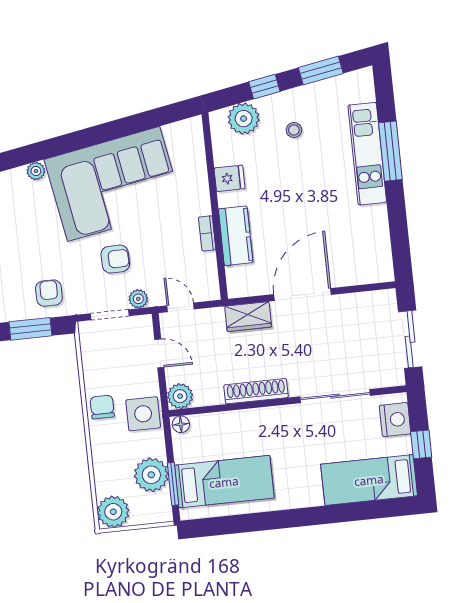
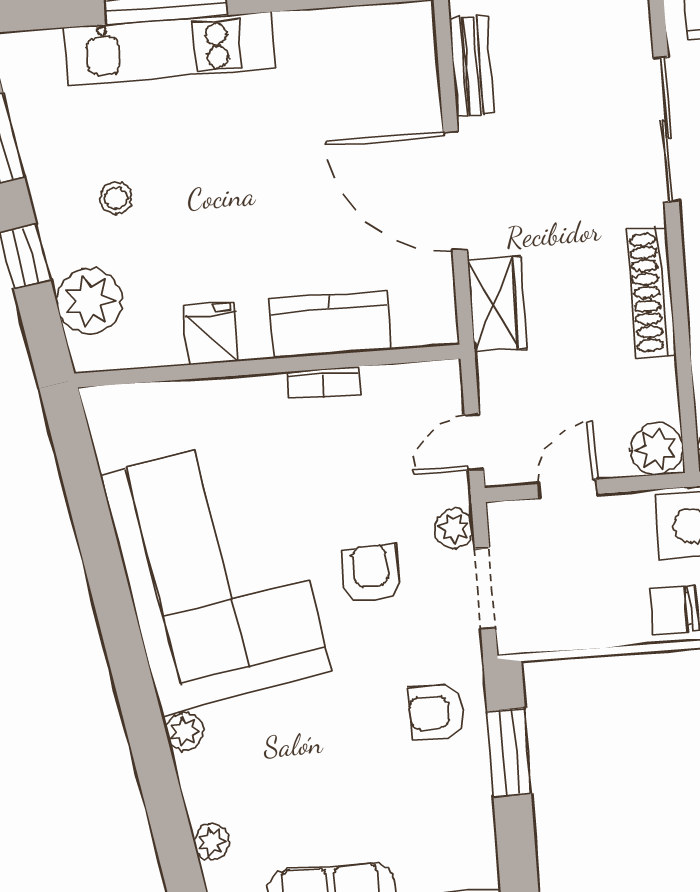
bench: (363, 301) -> (472, 66), added

